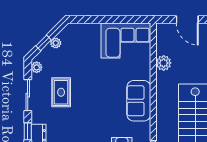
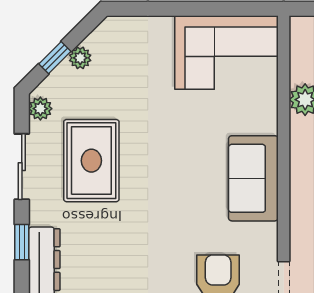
rug: (61, 92) -> (91, 161), width x1.36, depth x1.43

